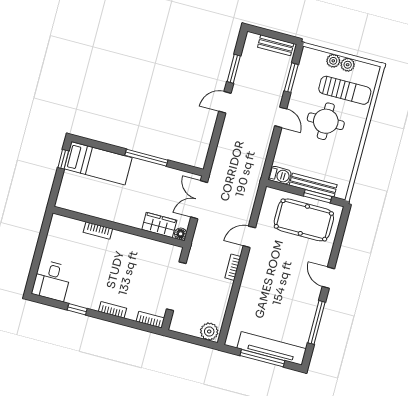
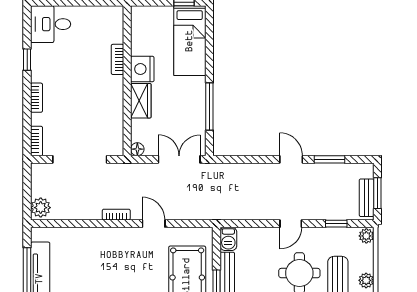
window: (274, 35) -> (377, 193), added
plant: (333, 61) -> (366, 236), moved
window: (291, 78) -> (336, 224), width x0.67
window: (146, 158) -> (209, 107), moved
nightstand: (112, 211) -> (142, 69), added
wardrobe: (159, 225) -> (141, 101), moved

